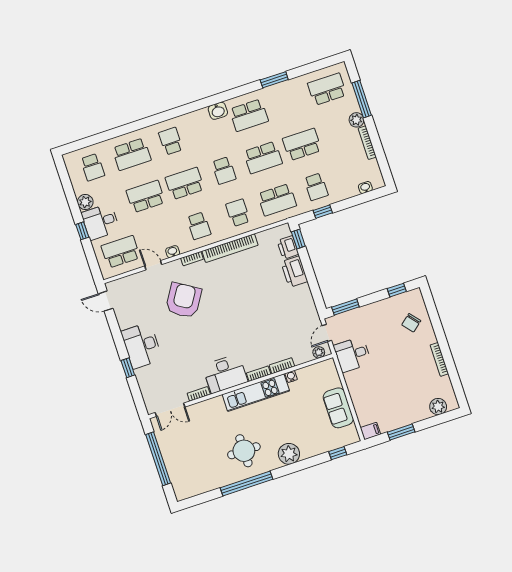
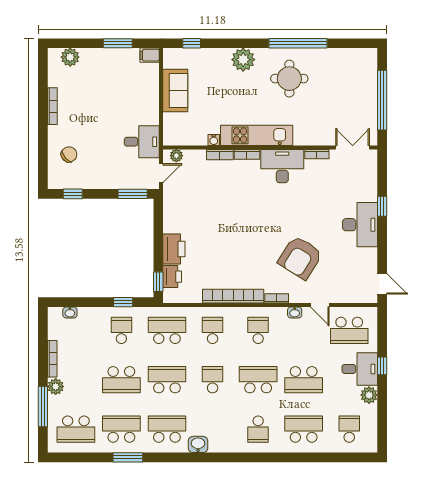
school desk: (288, 102) -> (121, 429), added
school desk: (185, 183) -> (258, 380), turned 180
school desk: (238, 213) -> (213, 330), turned 180

